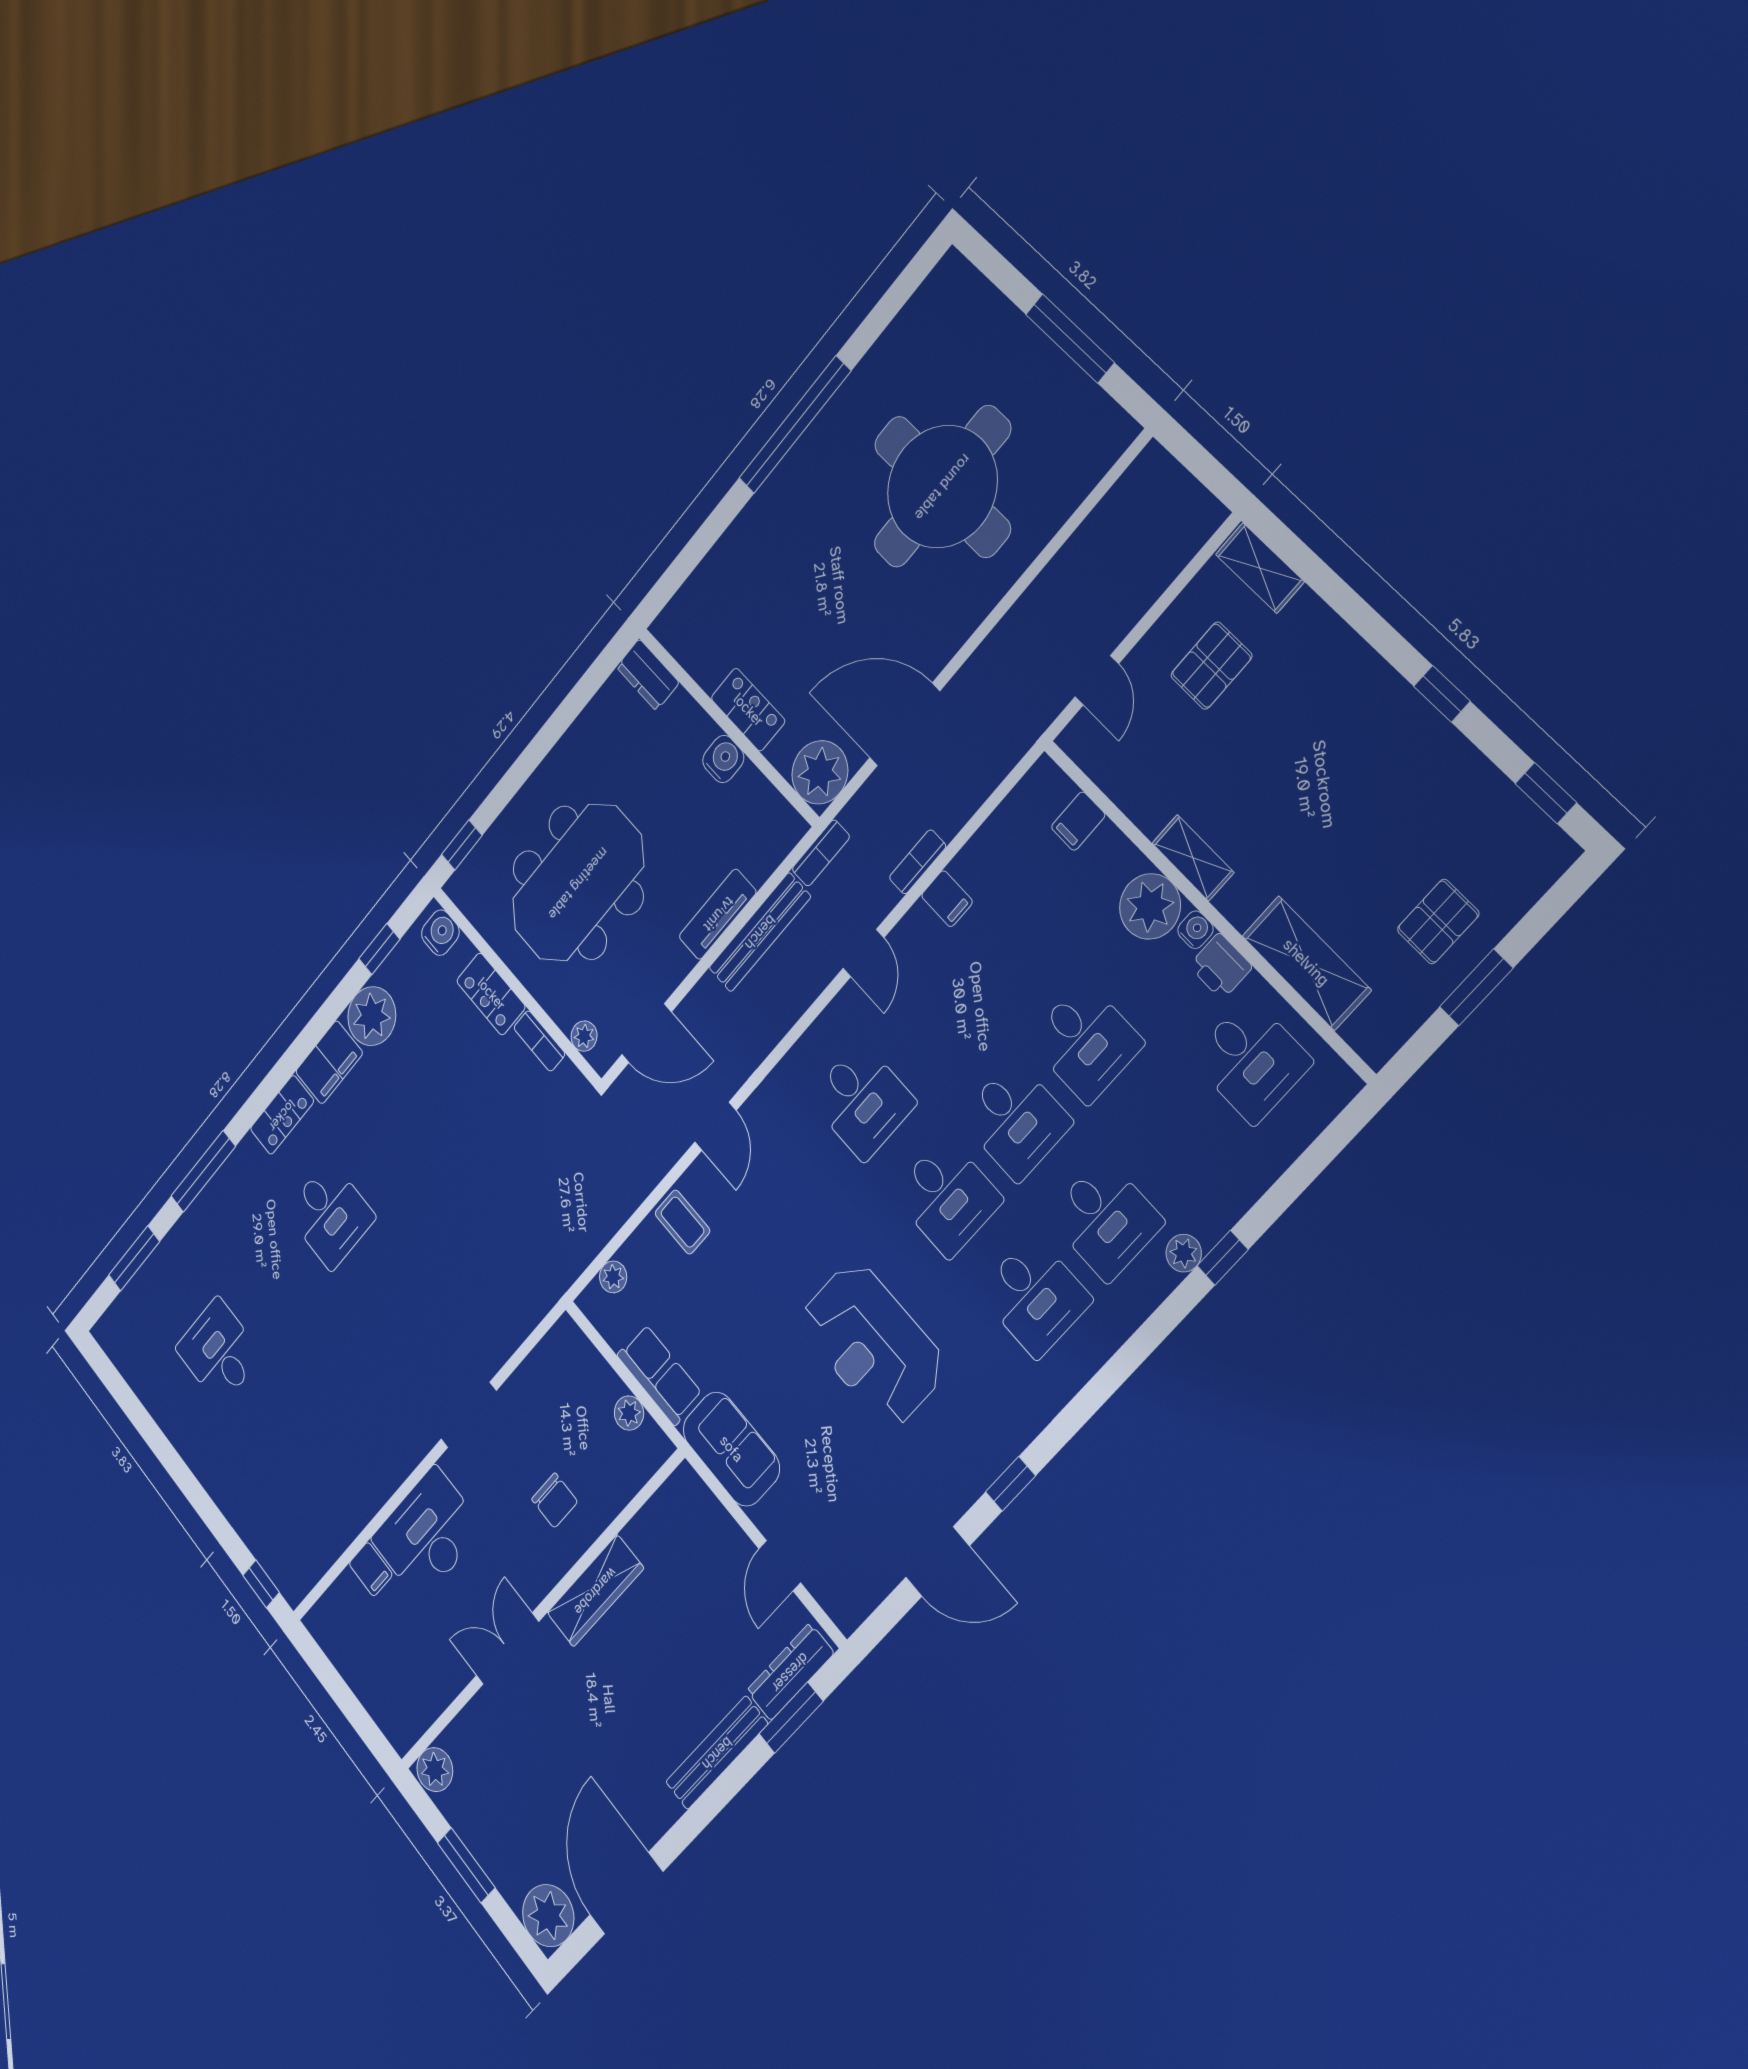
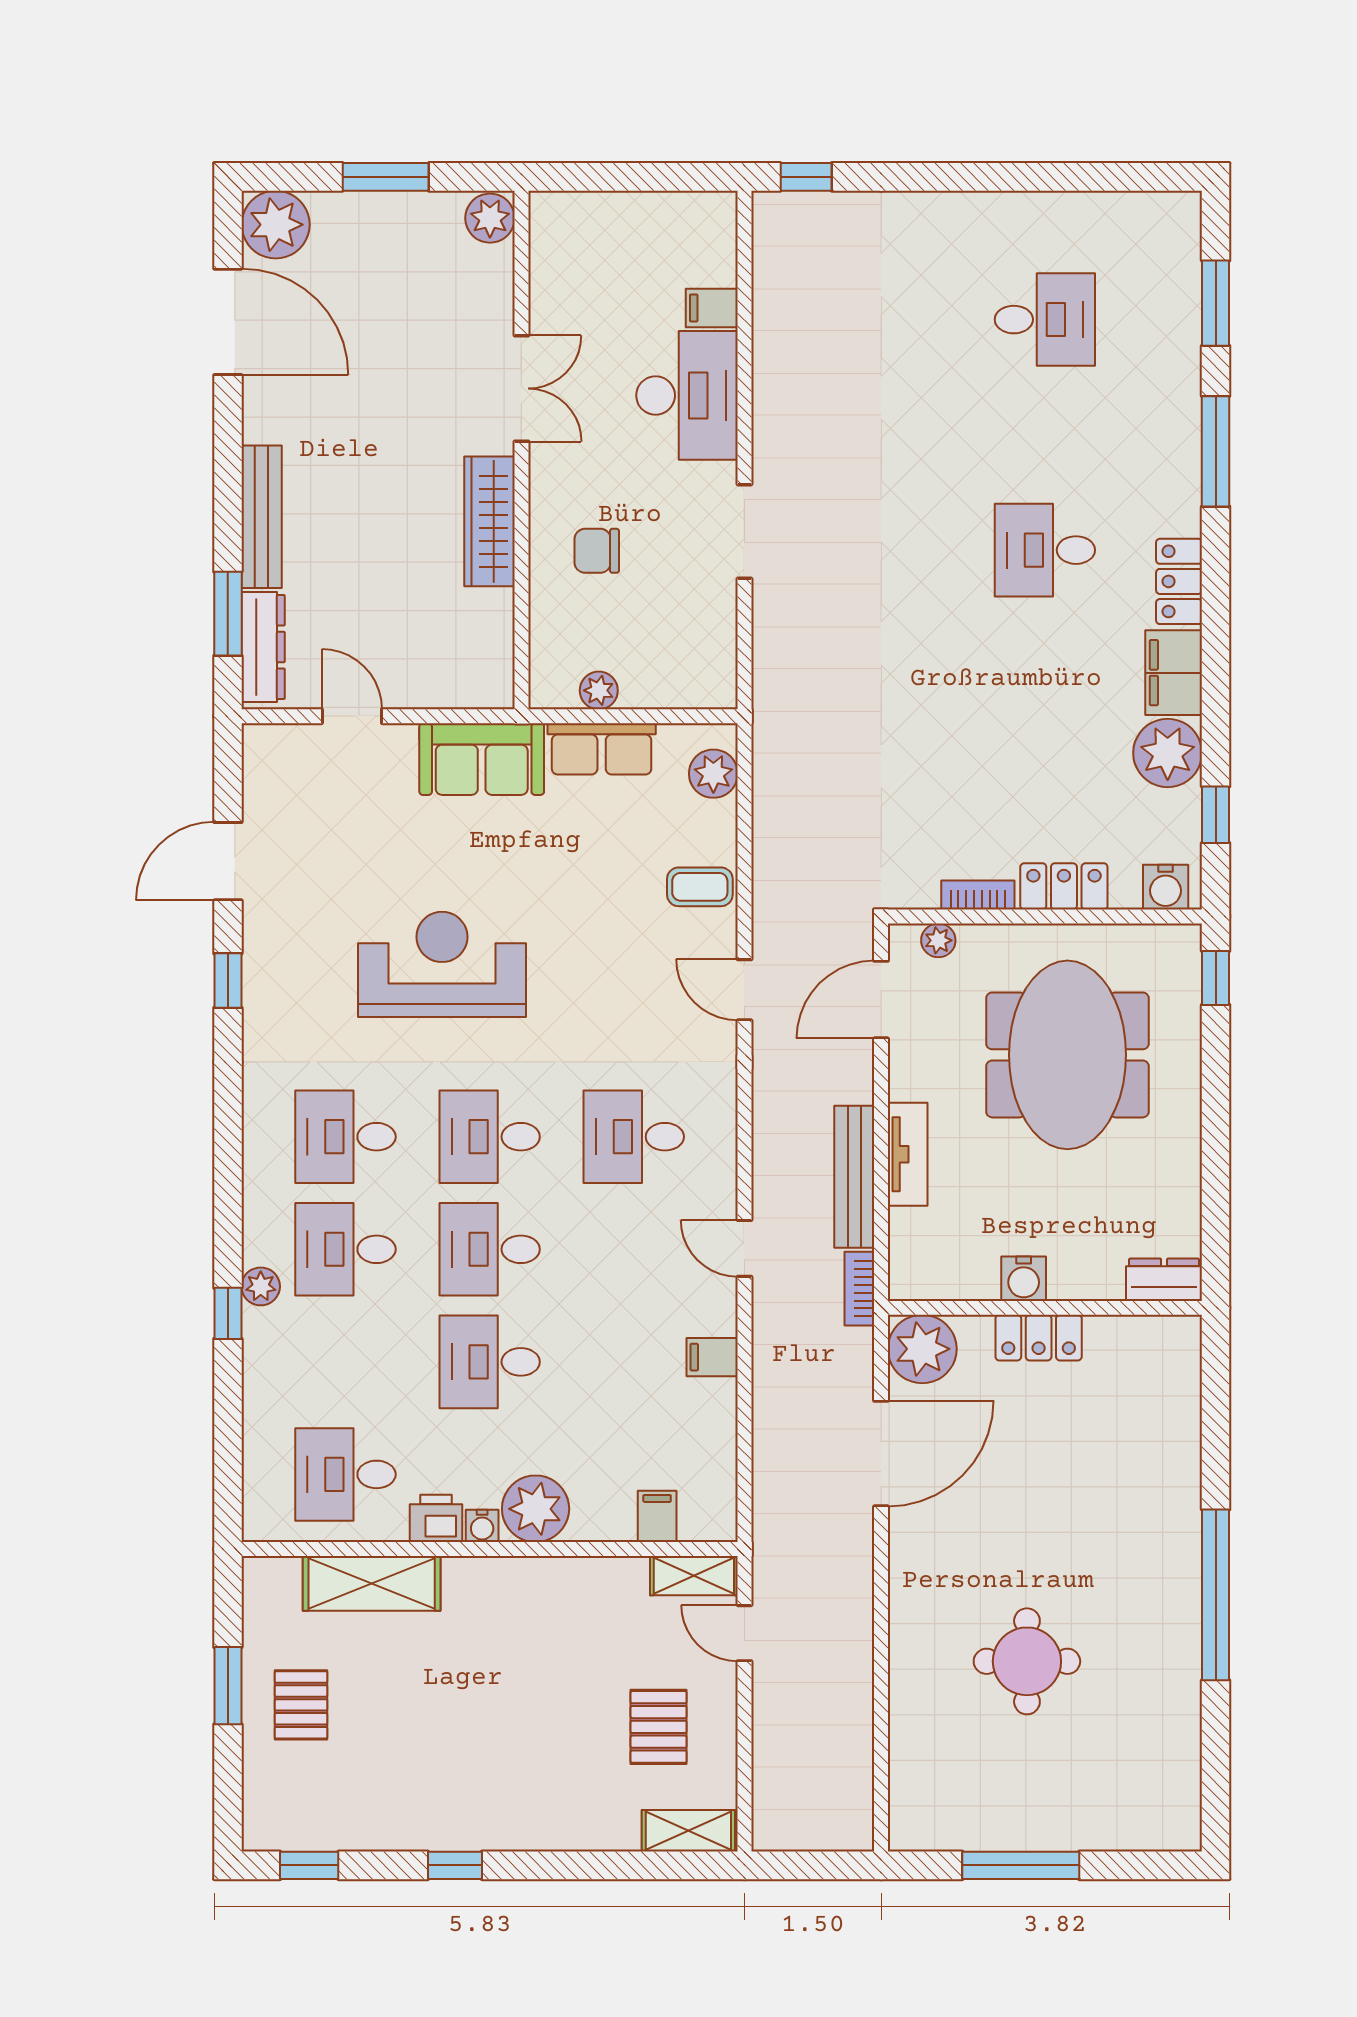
round table: (942, 487) -> (1027, 1661), width x0.54, depth x0.54
shelving: (1193, 858) -> (694, 1576), moved
bookcase: (918, 862) -> (766, 1361), removed
plant: (613, 1277) -> (713, 774), width x1.38, depth x1.38

